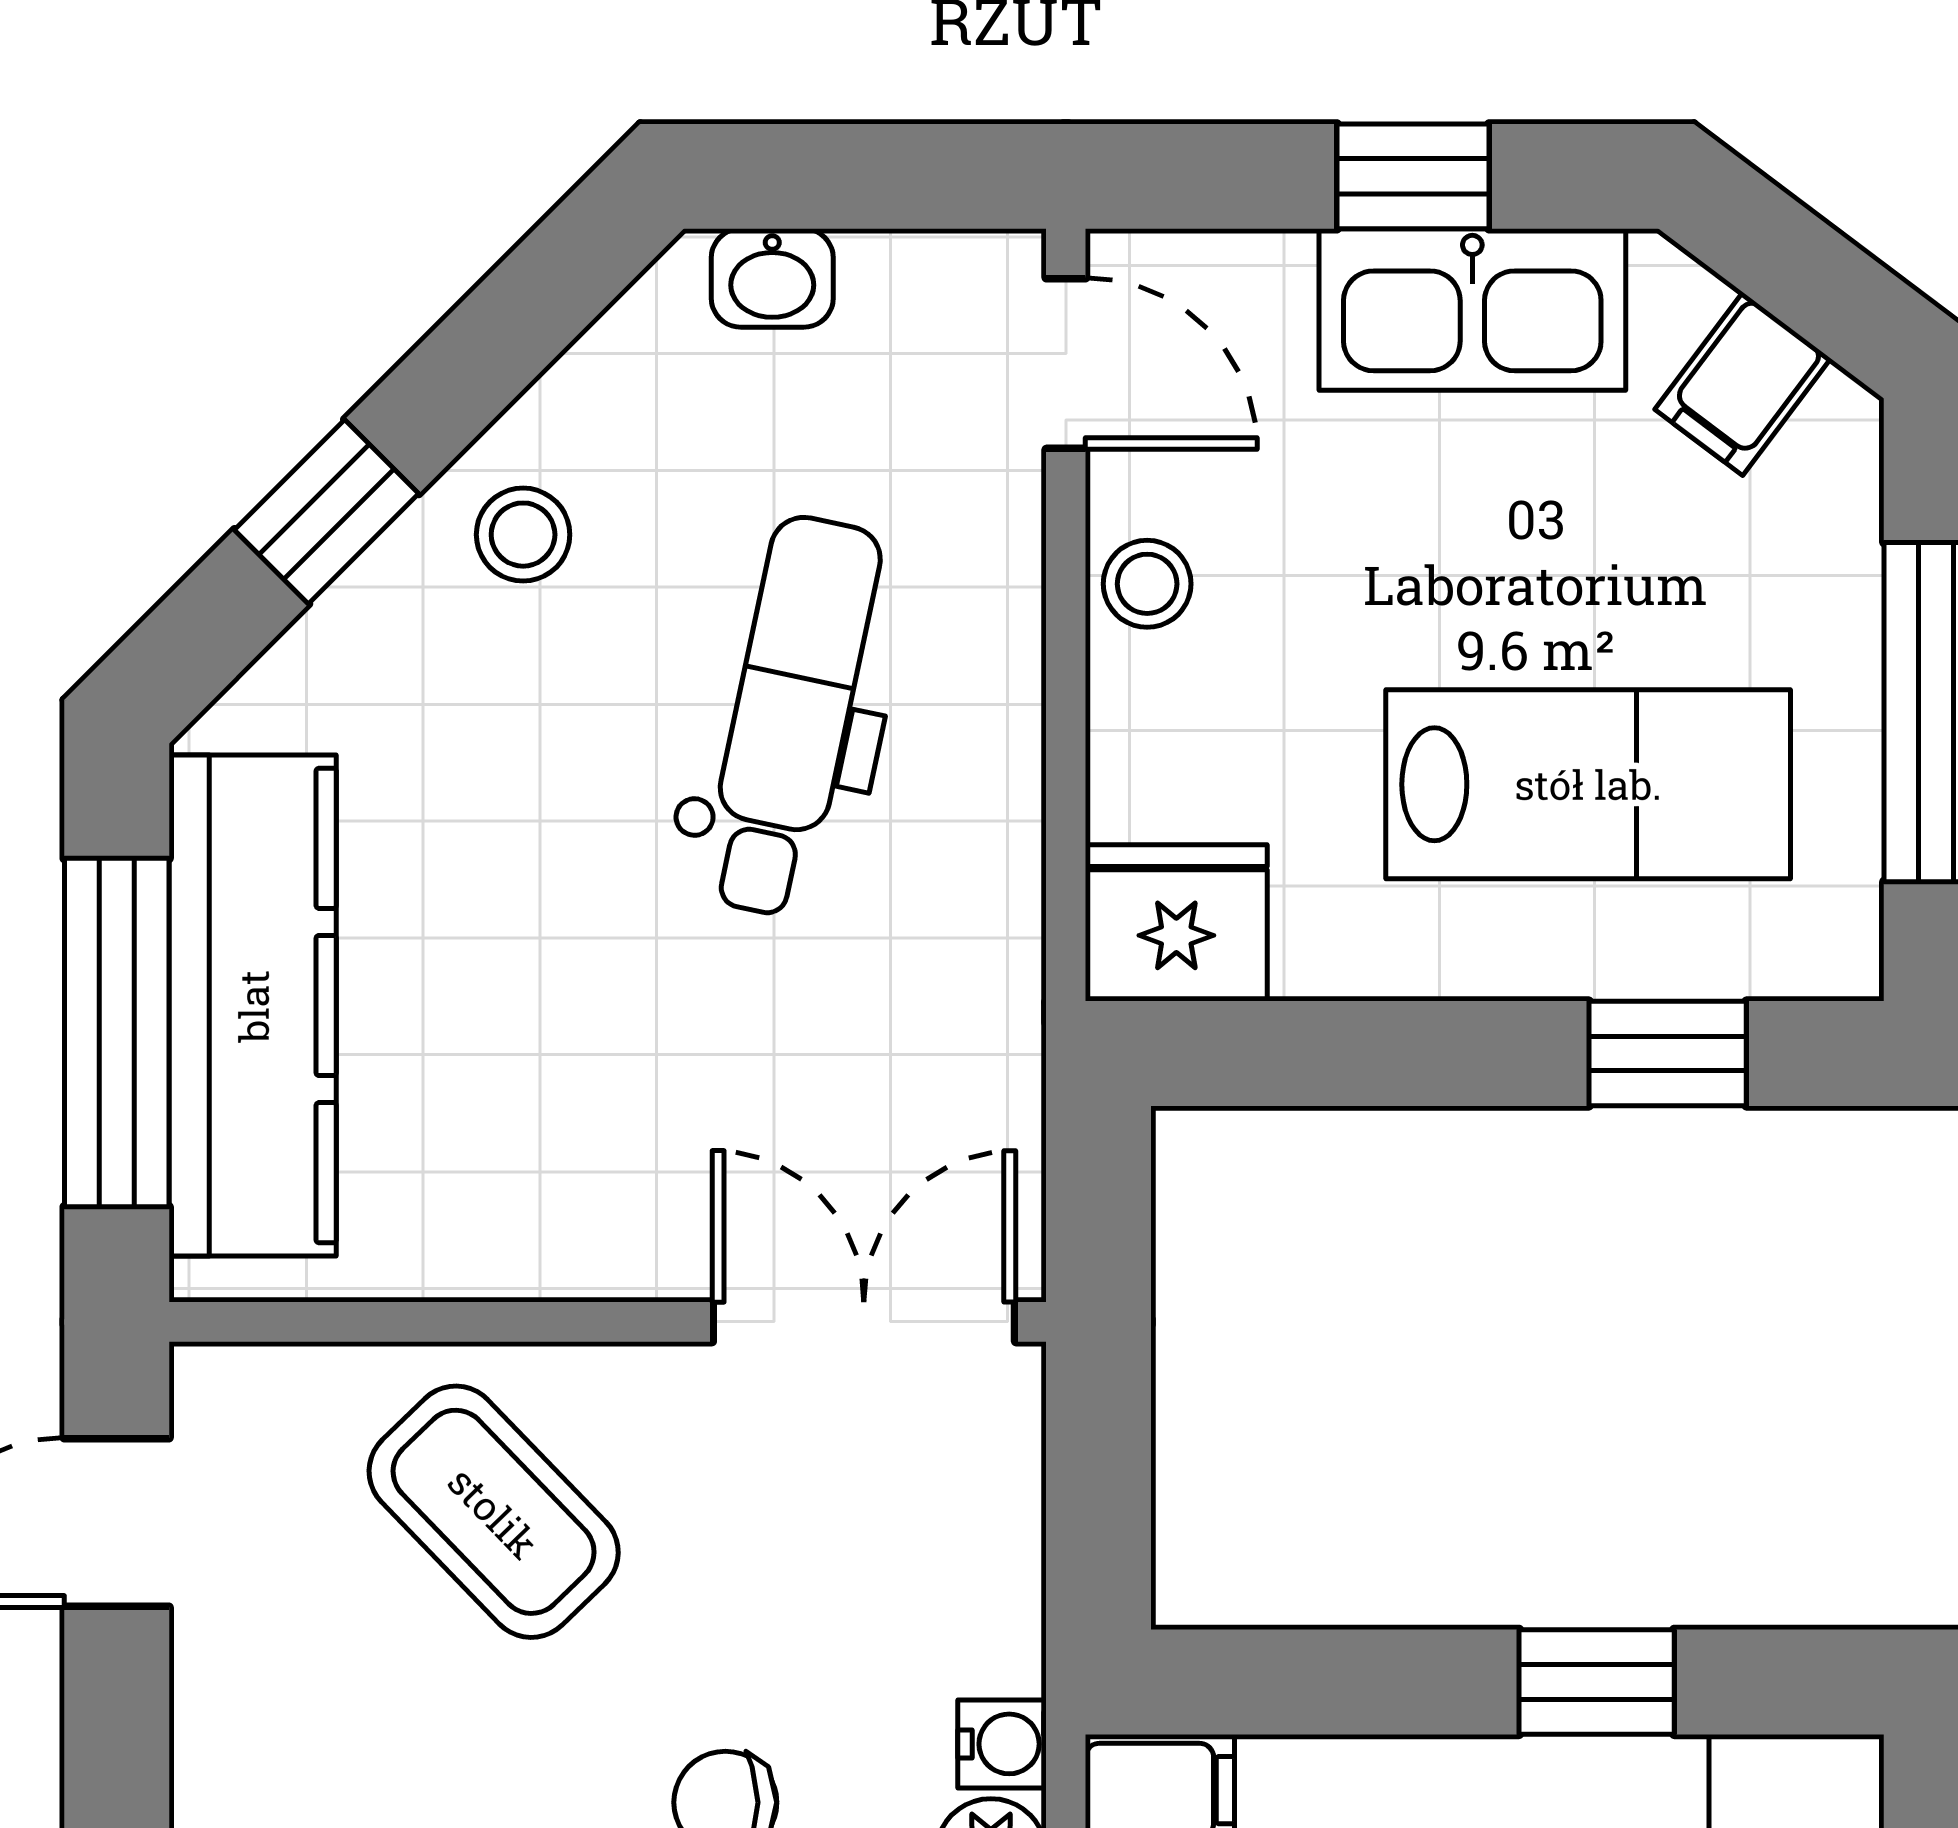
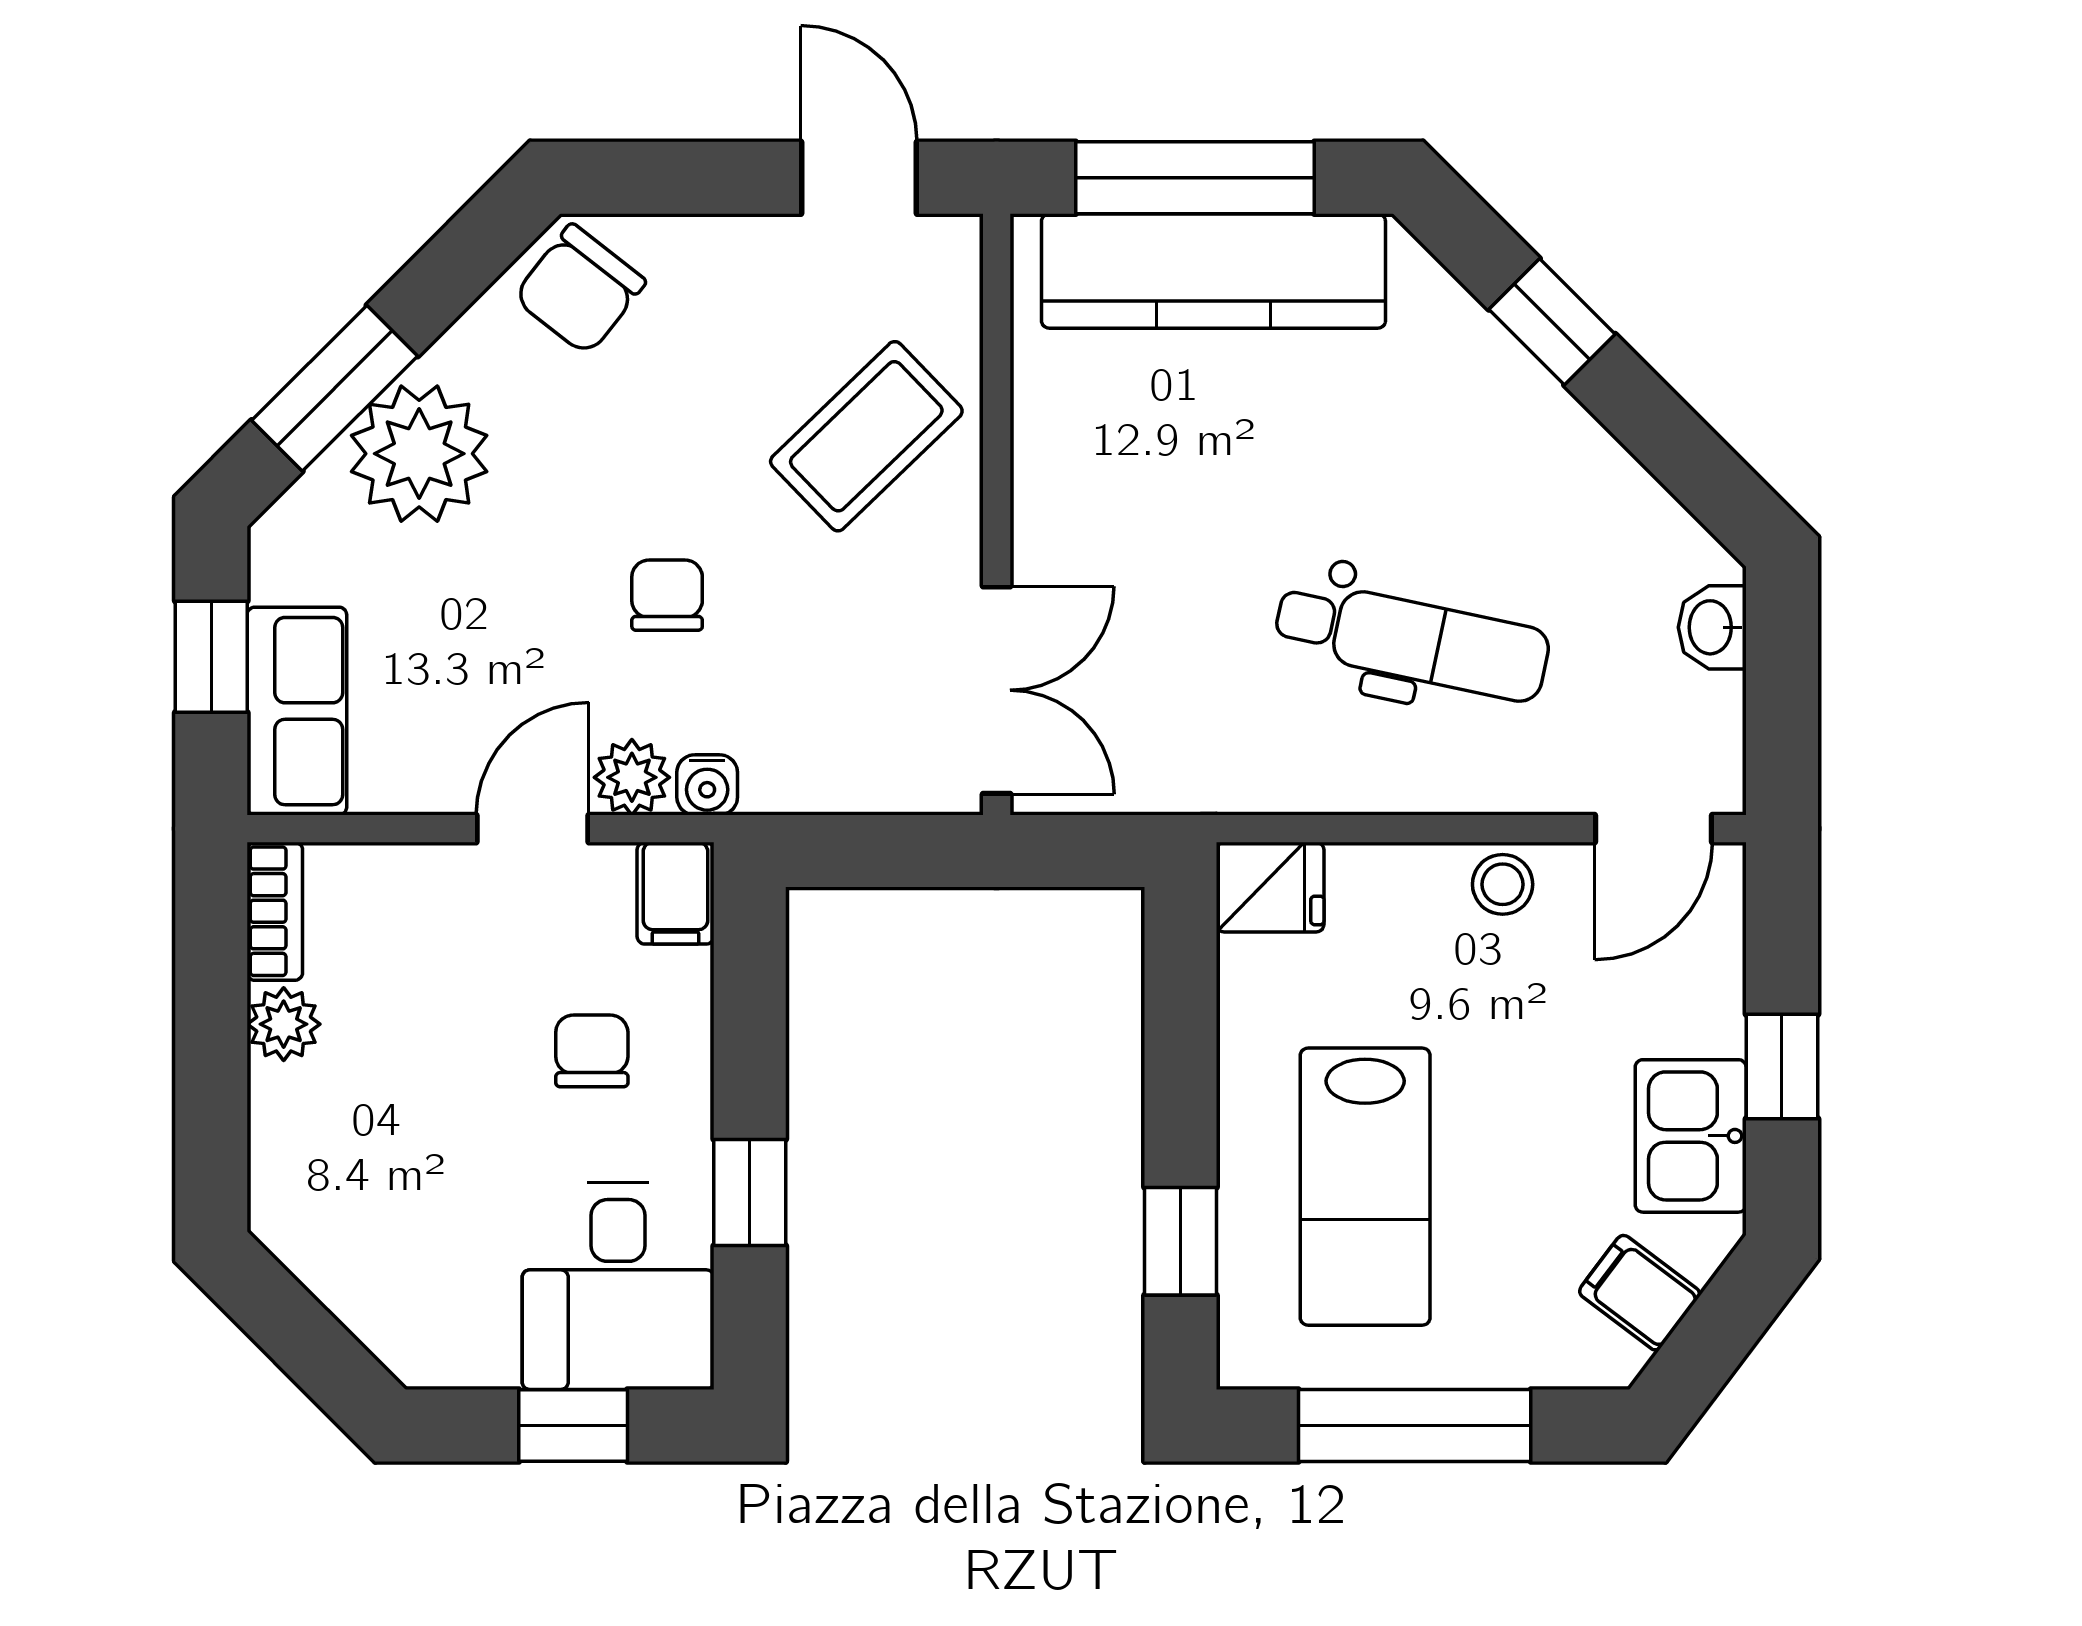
kitchen sink: (1472, 310) -> (1691, 1136), width x0.73
stool: (523, 535) -> (1536, 456), removed
fridge: (1176, 923) -> (1270, 887), width x0.72

